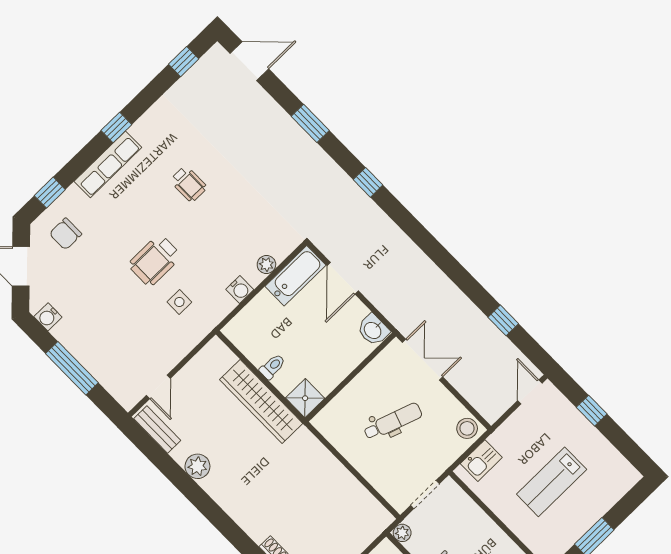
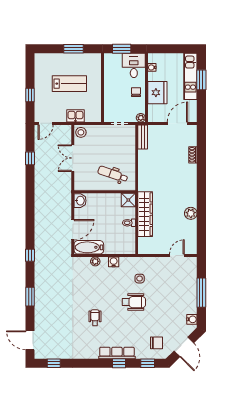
window: (116, 127) -> (119, 363), moved
double door: (422, 360) -> (73, 158), moved
dental chair: (393, 422) -> (113, 174), moved
bench: (157, 430) -> (143, 137), moved
kitchen sink: (481, 461) -> (75, 116), moved

